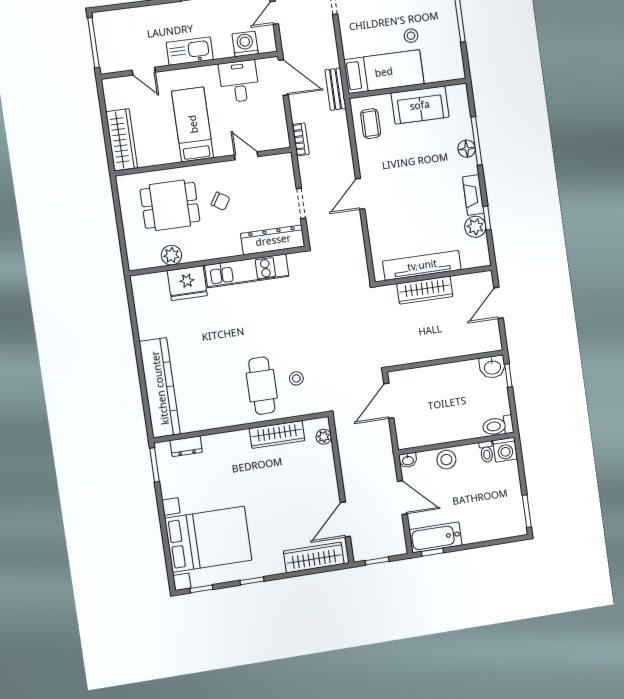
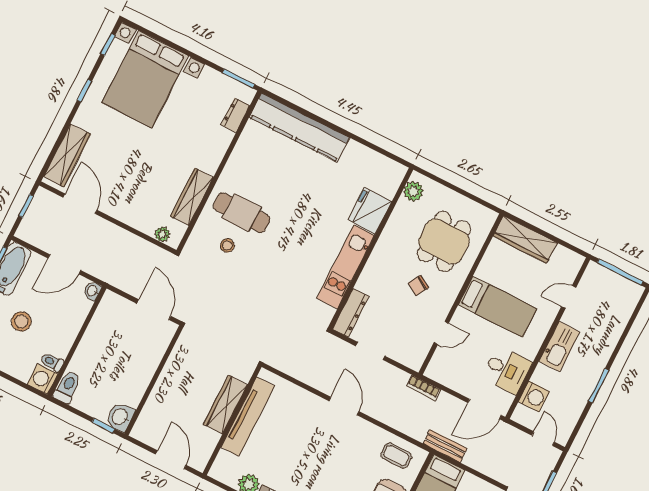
dresser: (273, 240) -> (351, 313), width x0.73, depth x0.80
plant: (171, 255) -> (413, 191), moved
stool: (446, 460) -> (21, 321), moved

